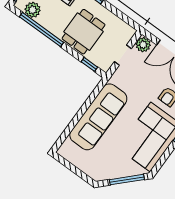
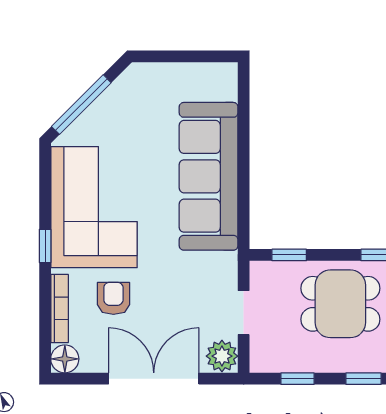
window: (121, 15) -> (297, 379), added
dining table: (84, 32) -> (340, 304), turned 90

